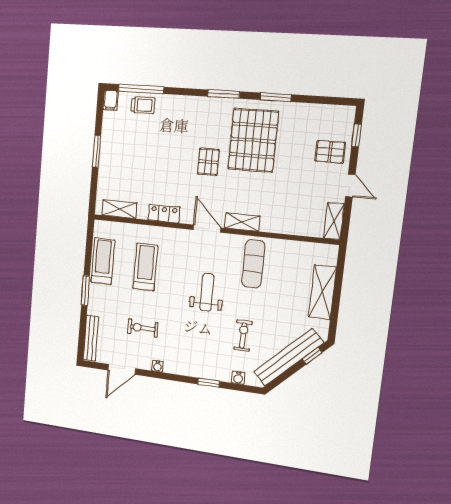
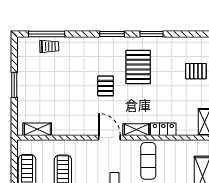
filing cabinet: (111, 100) -> (23, 44), removed
pallet: (253, 140) -> (138, 67), width x0.73, depth x0.71
locker: (164, 214) -> (163, 129), moved

